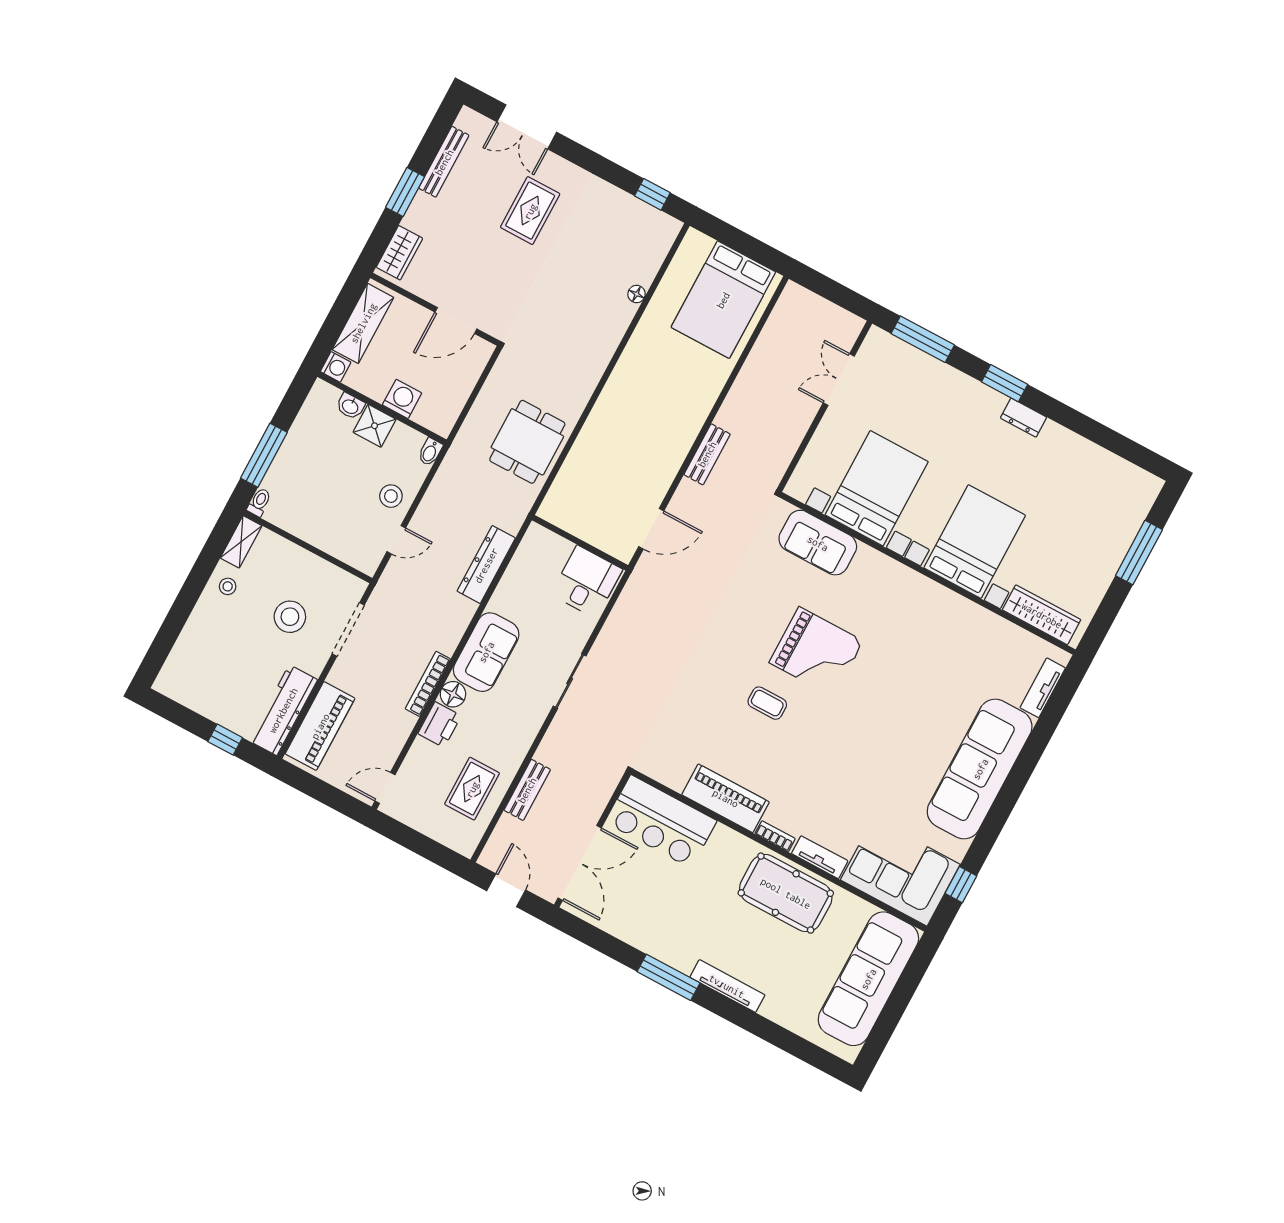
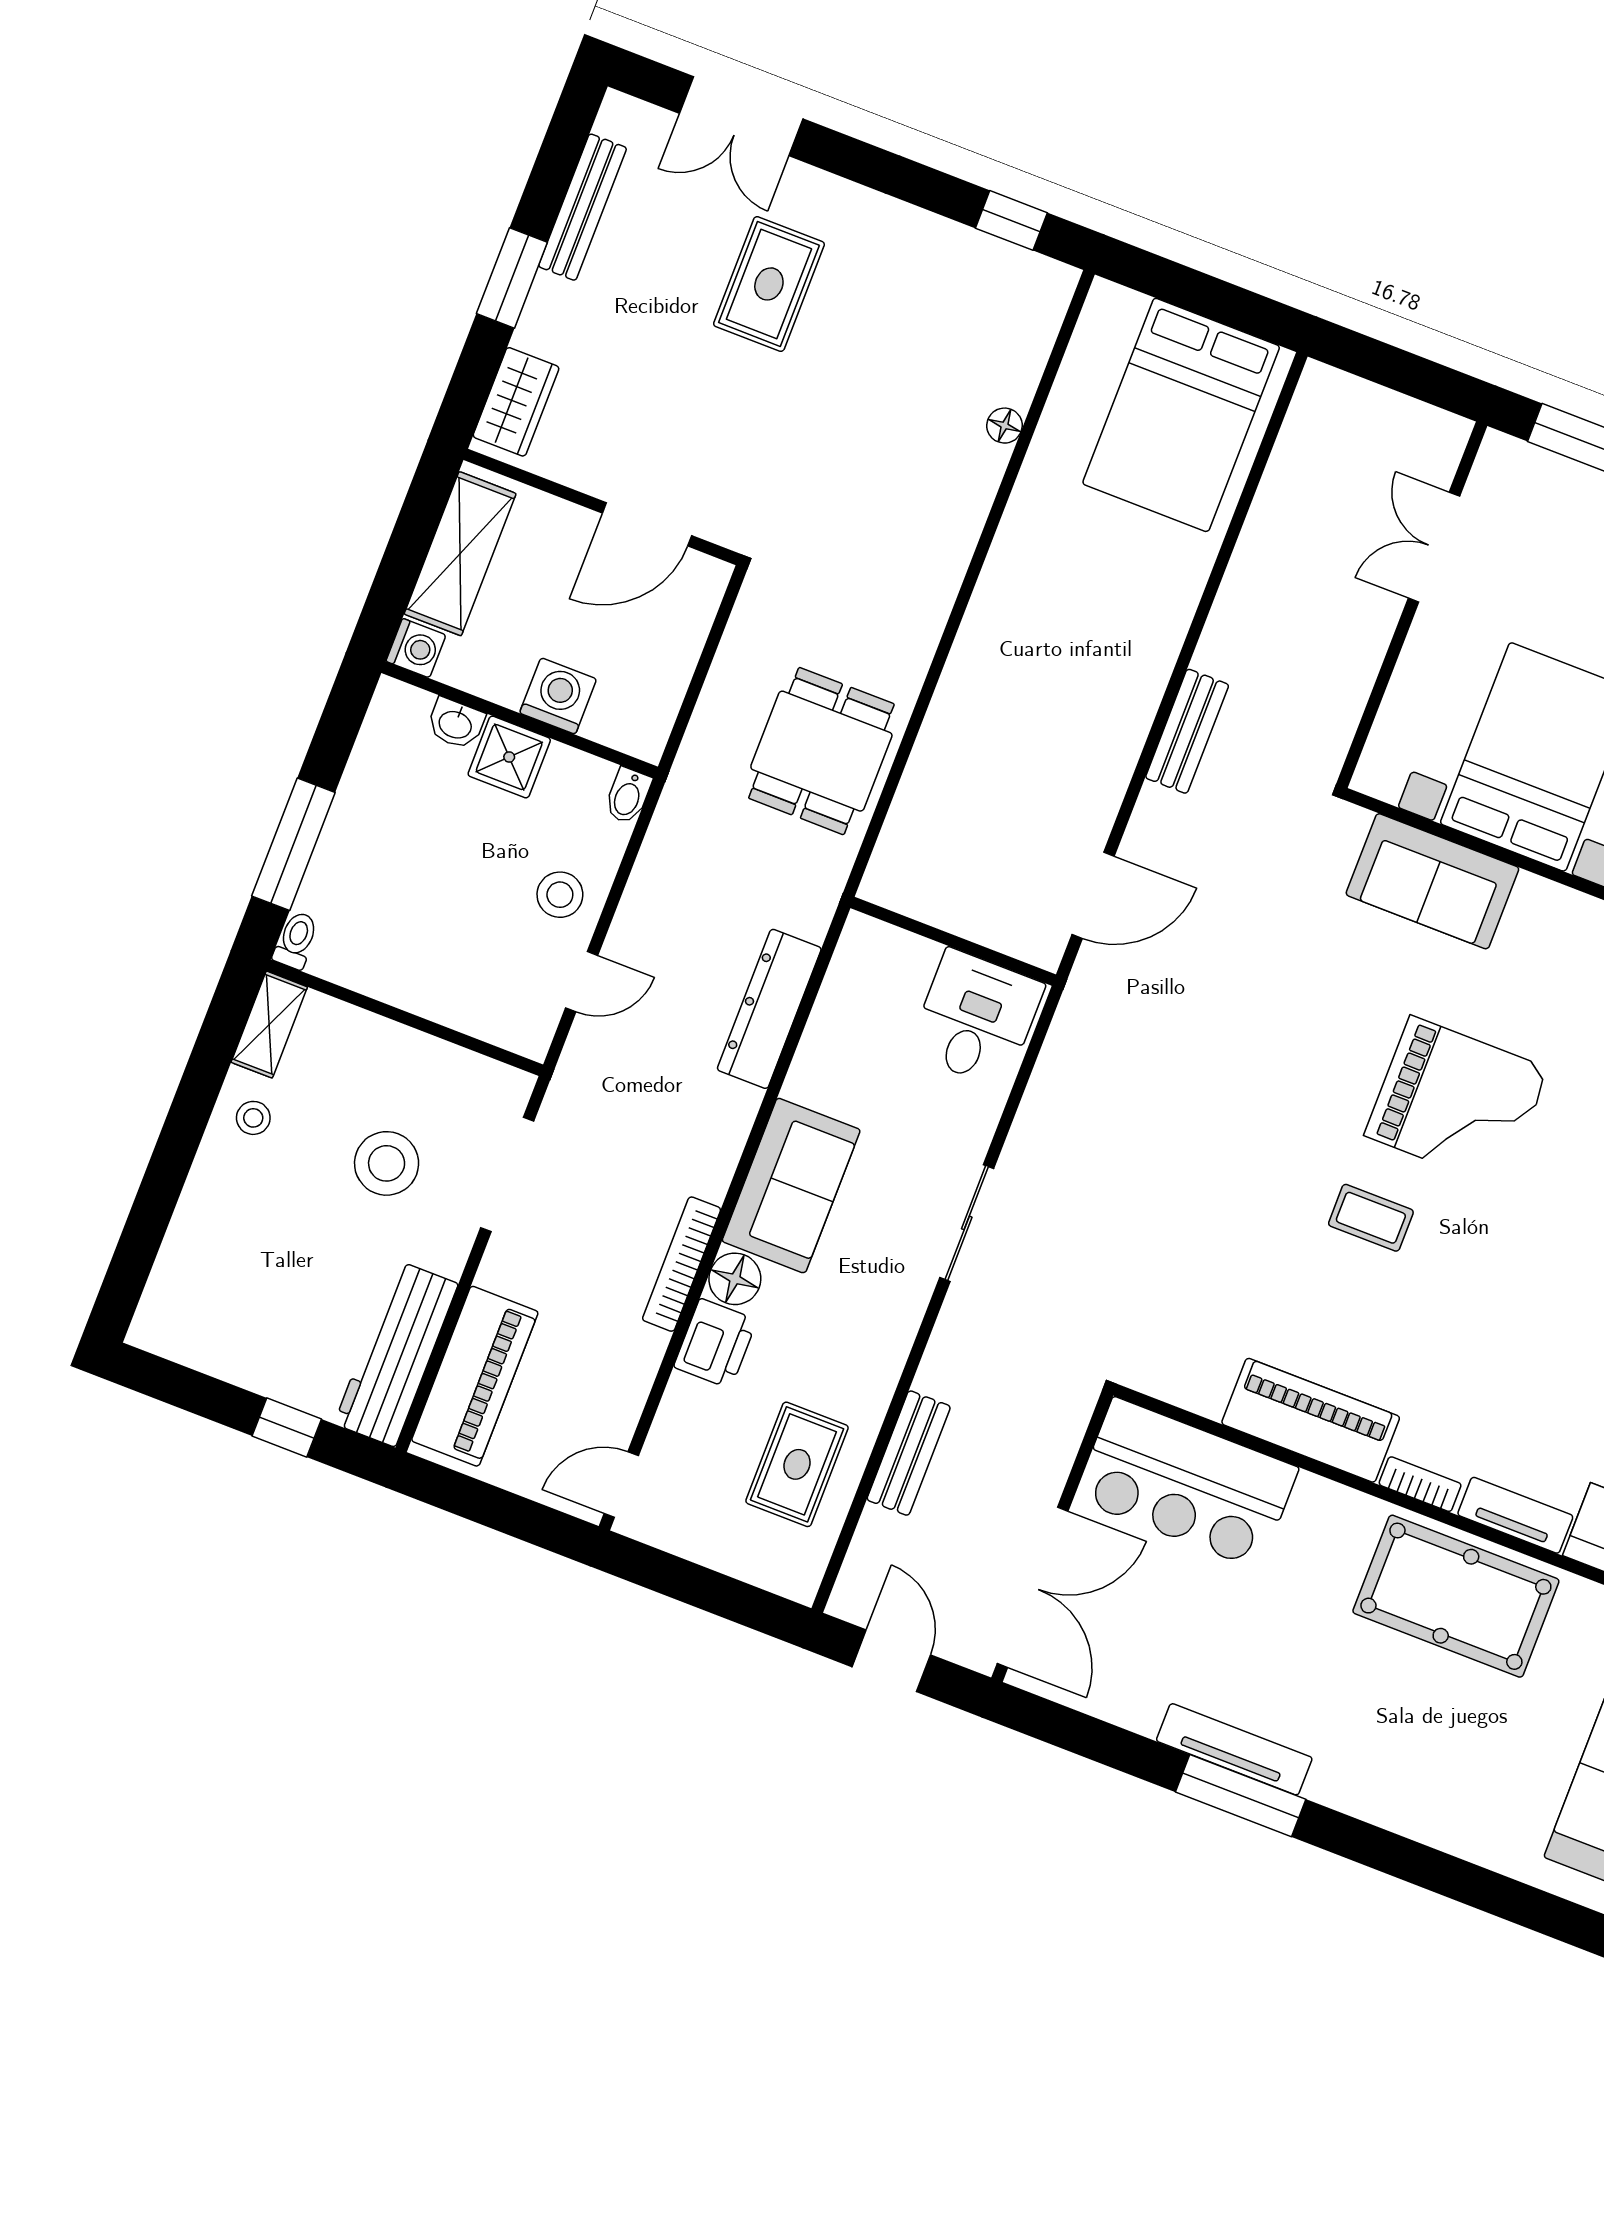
tv unit: (727, 986) -> (1234, 1749), moved

